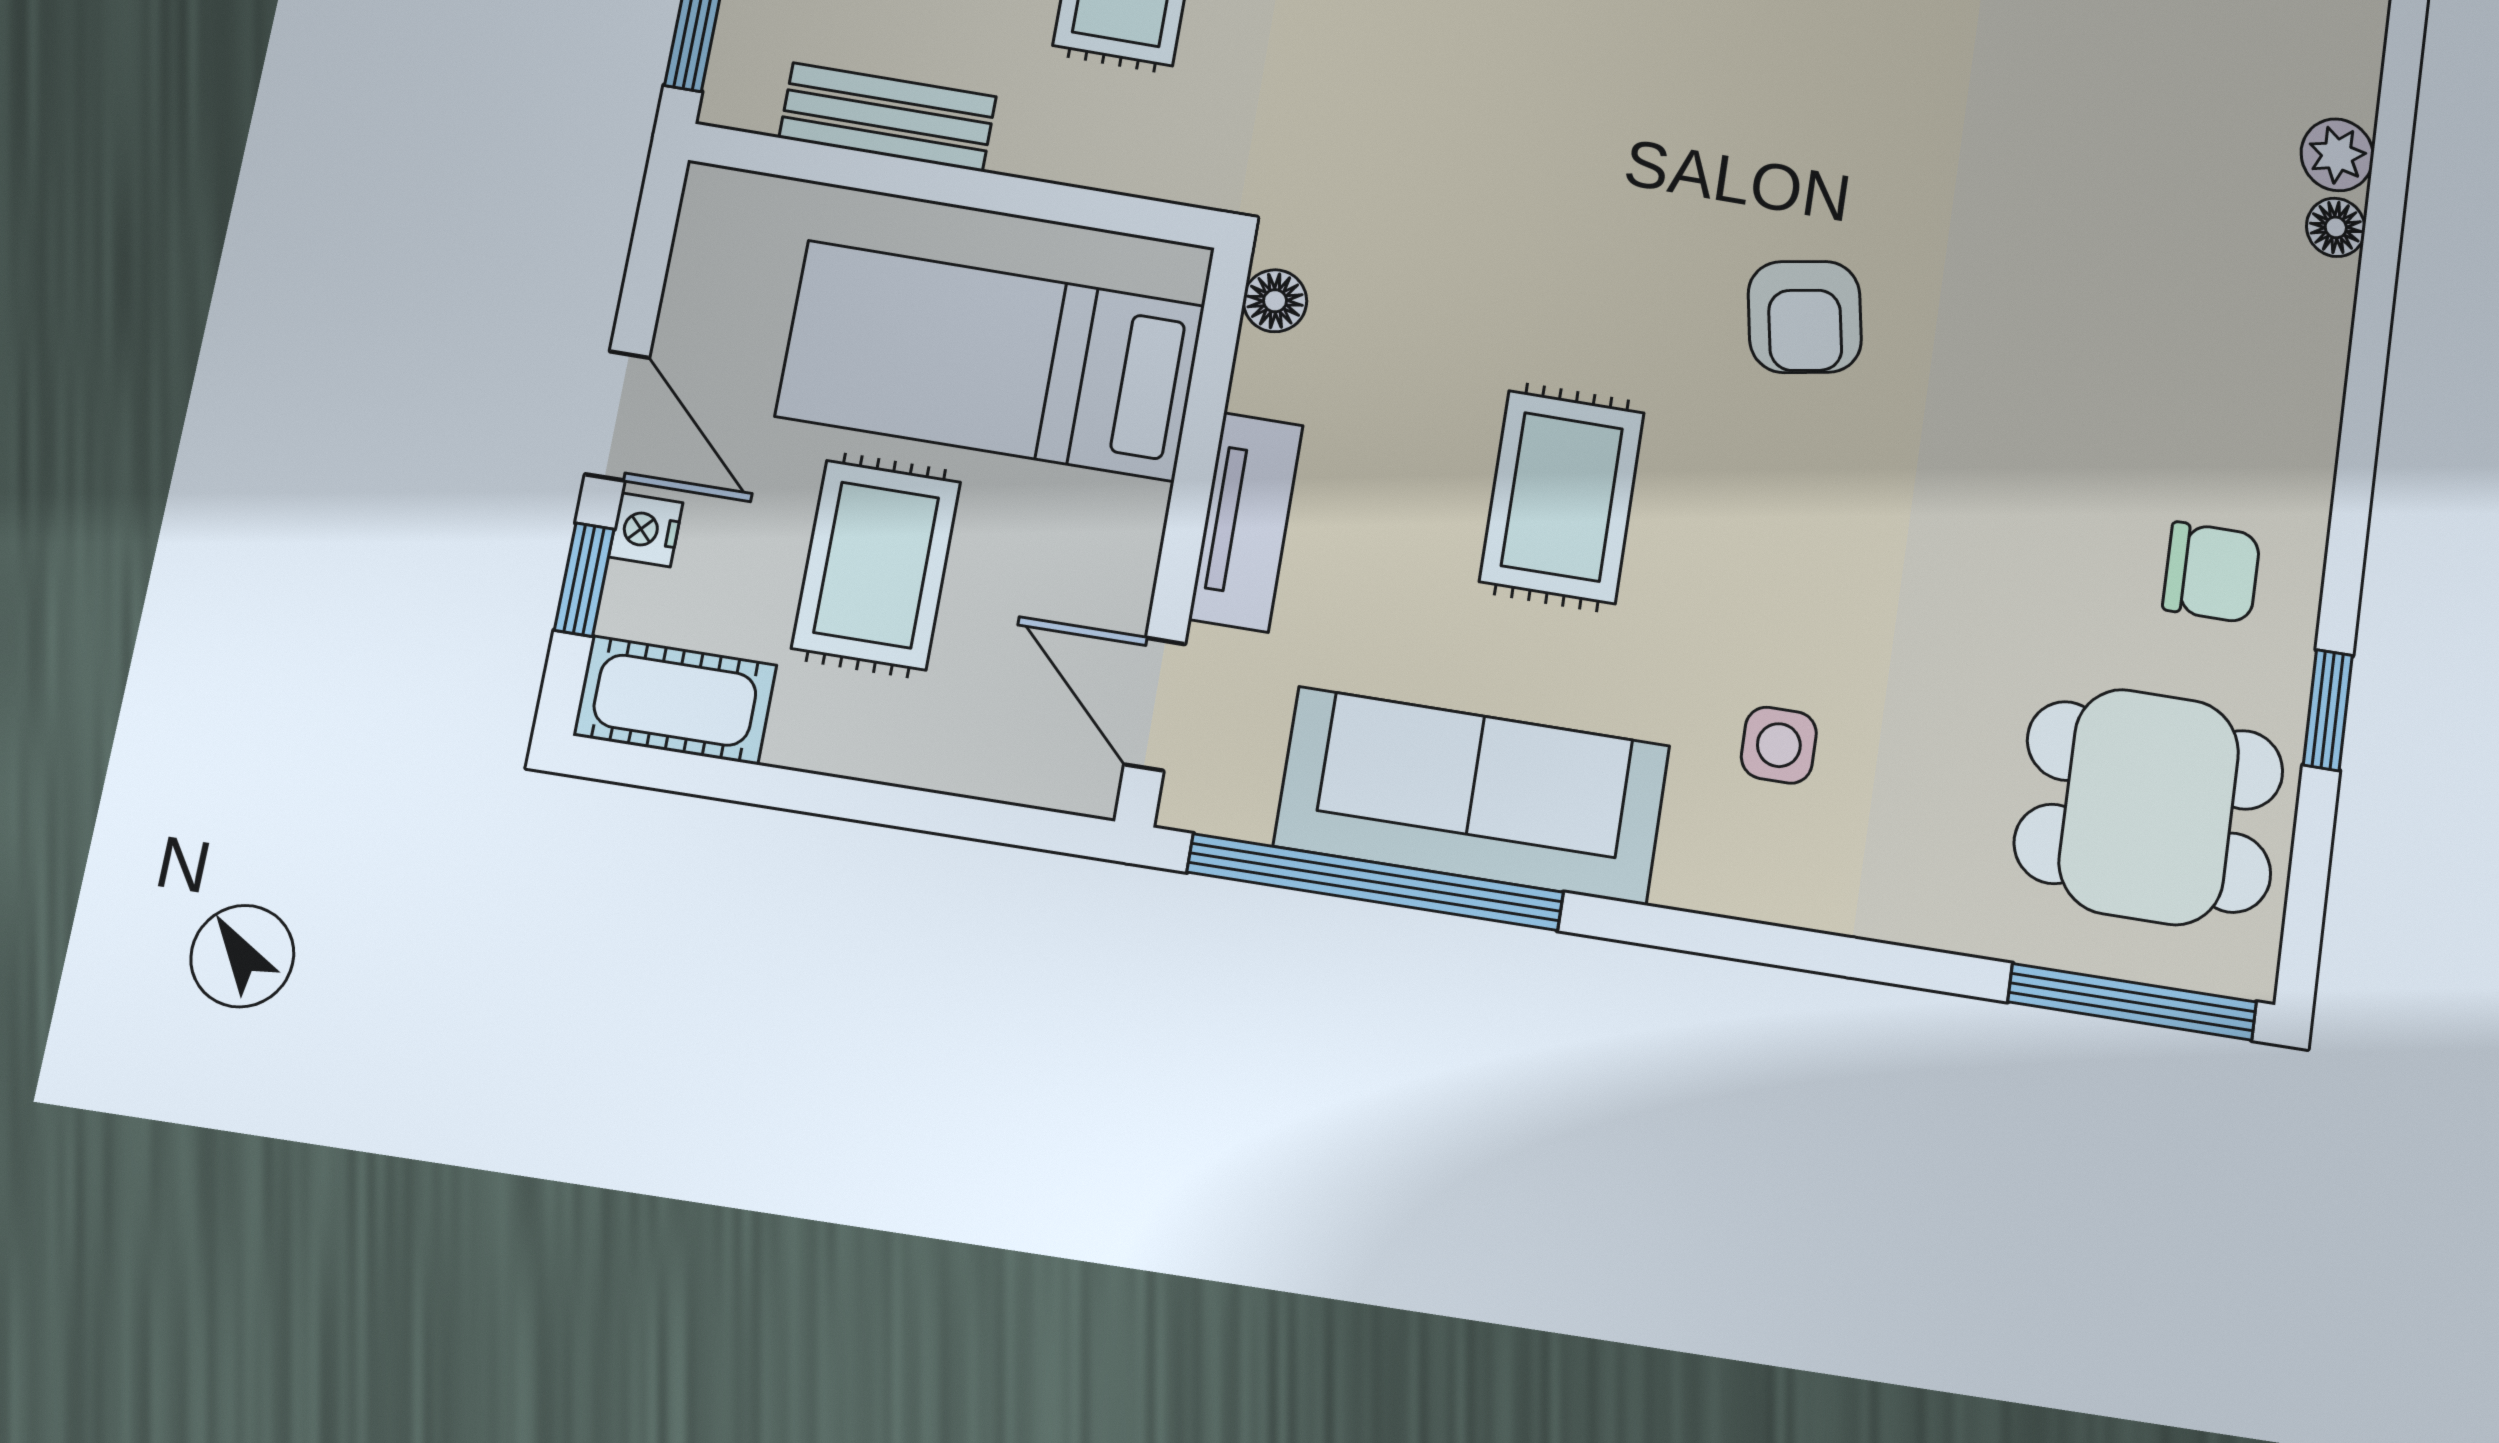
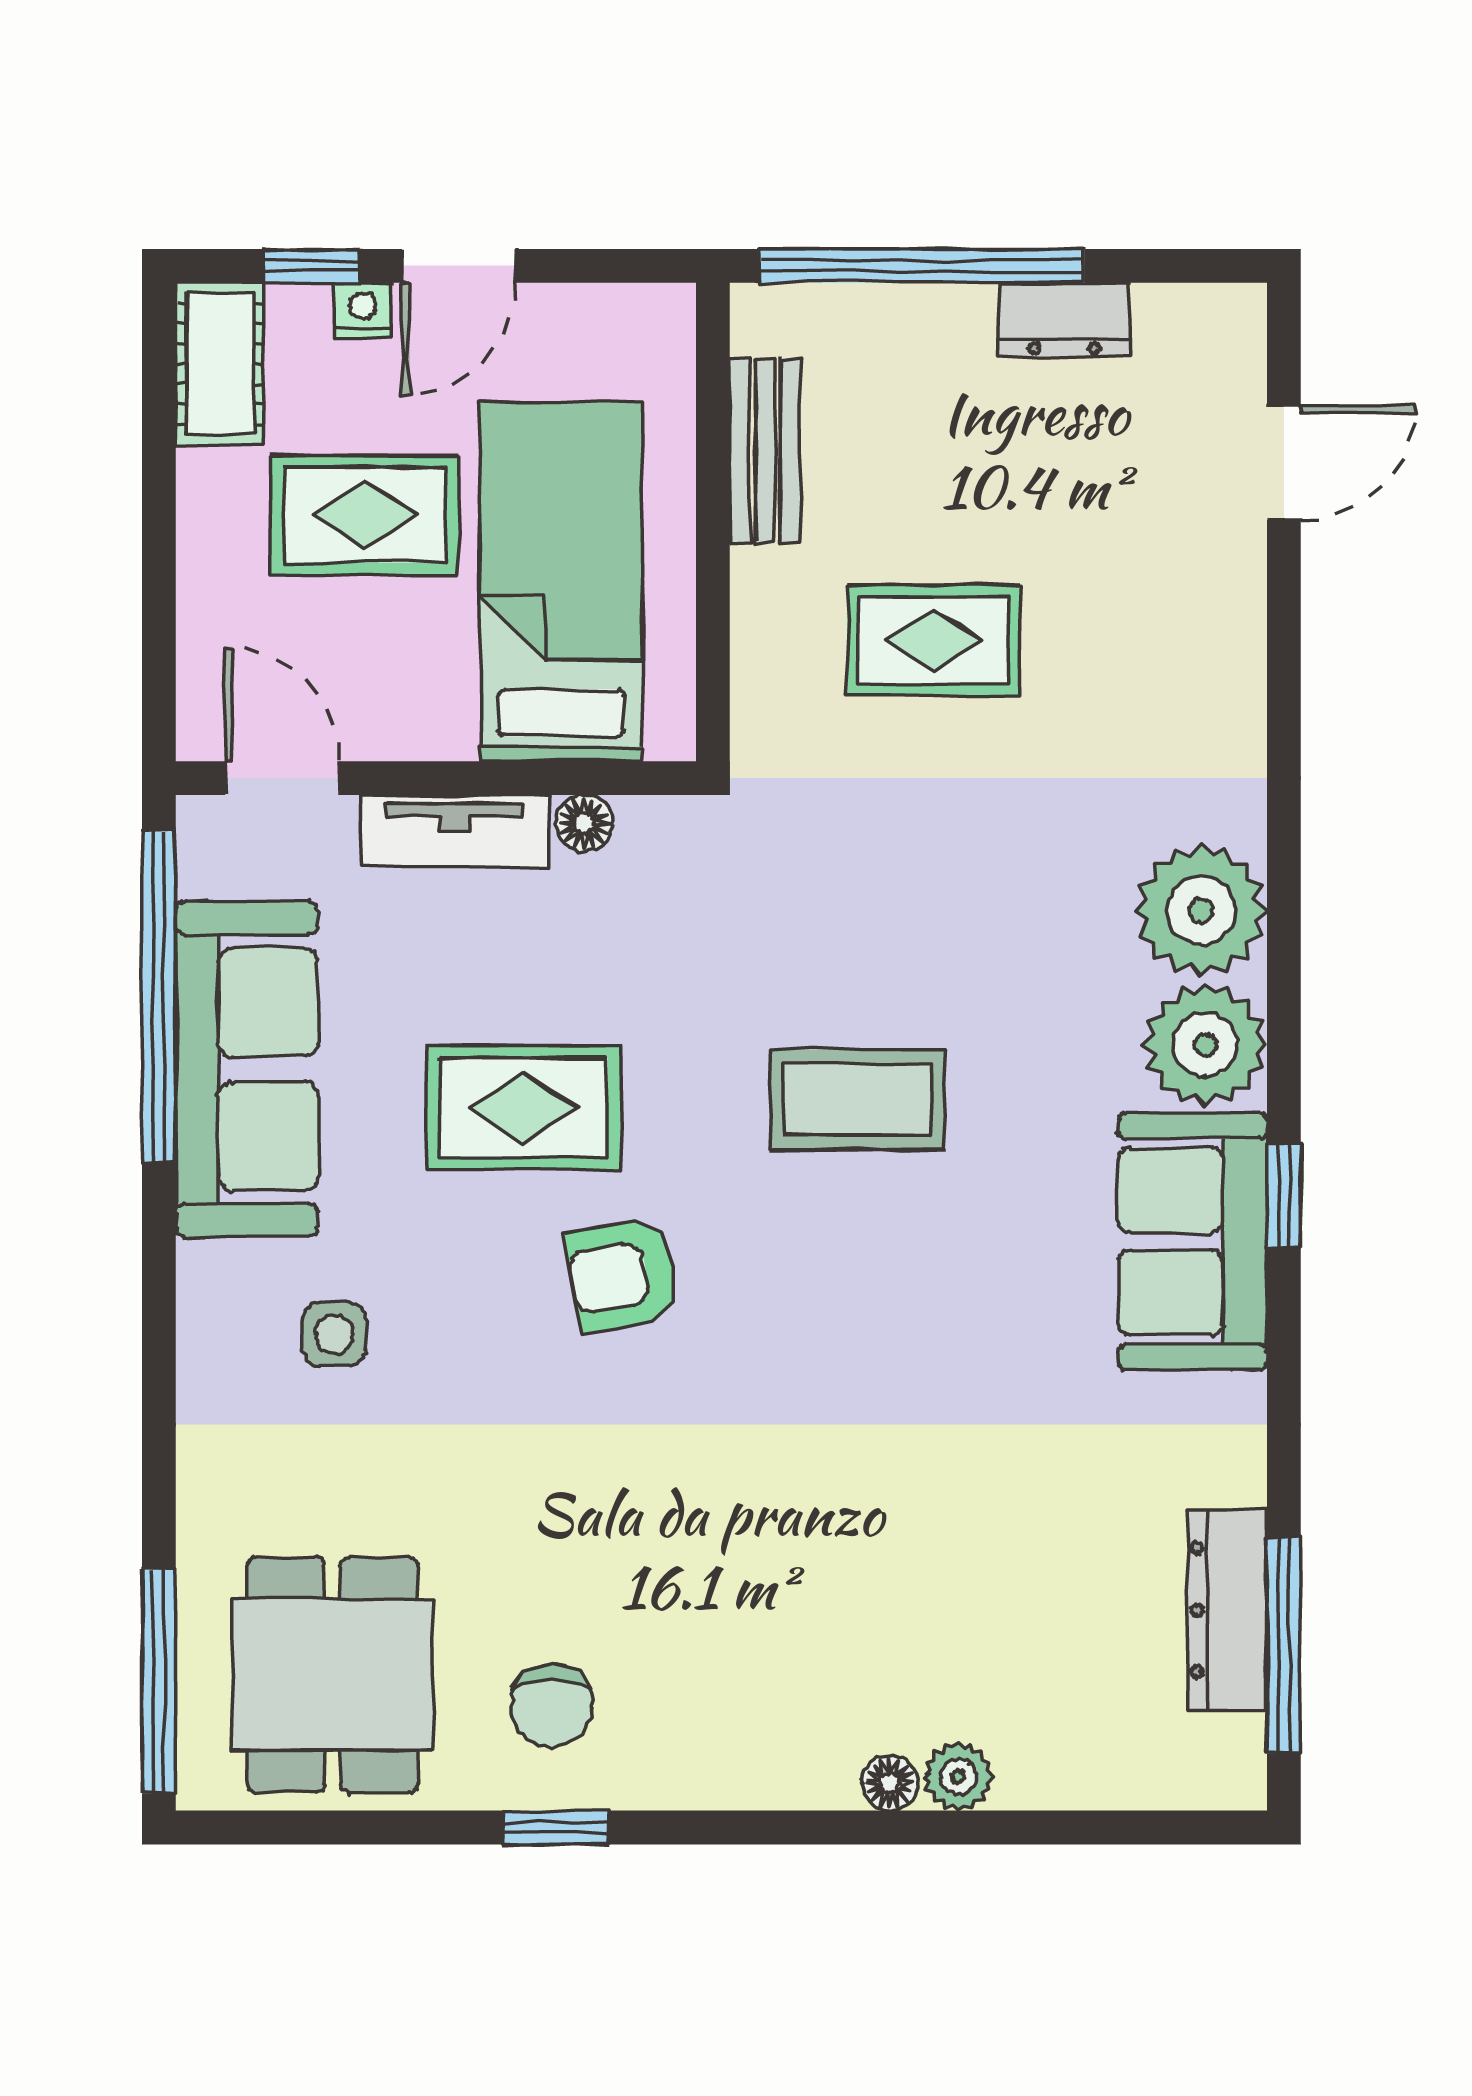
coffee table: (1608, 138) -> (857, 1100), added
floor lamp: (1275, 301) -> (584, 823), moved
armchair: (1805, 317) -> (623, 1275), moved
door: (1155, 704) -> (282, 778), hinge flipped
window: (2328, 710) -> (556, 1828), moved

